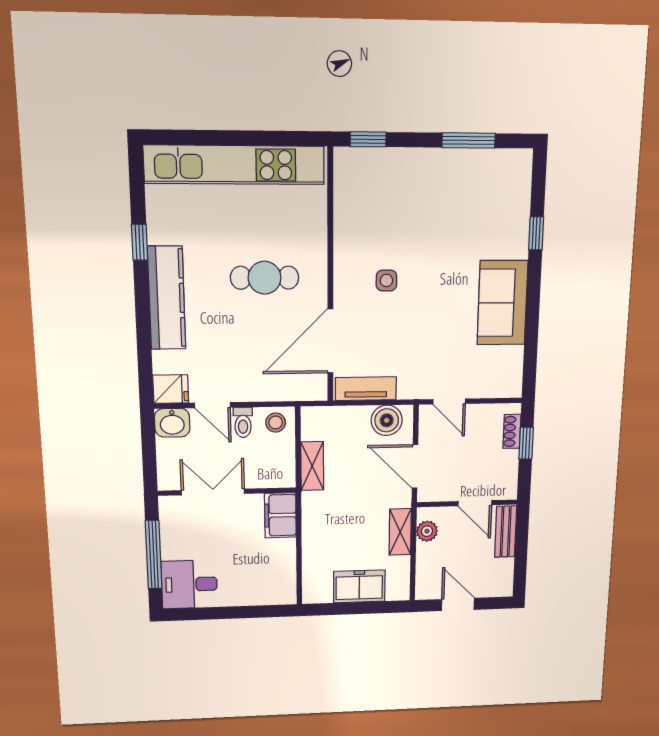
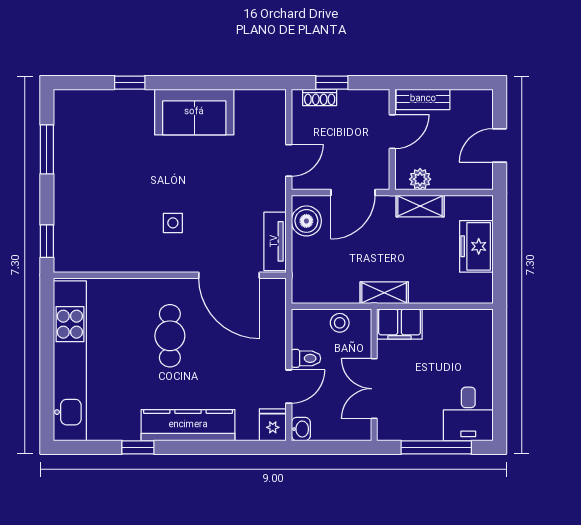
washbasin: (172, 423) -> (301, 429), width x0.72, depth x0.69
stool: (276, 423) -> (340, 323), moved
shelving: (312, 466) -> (384, 293), moved

